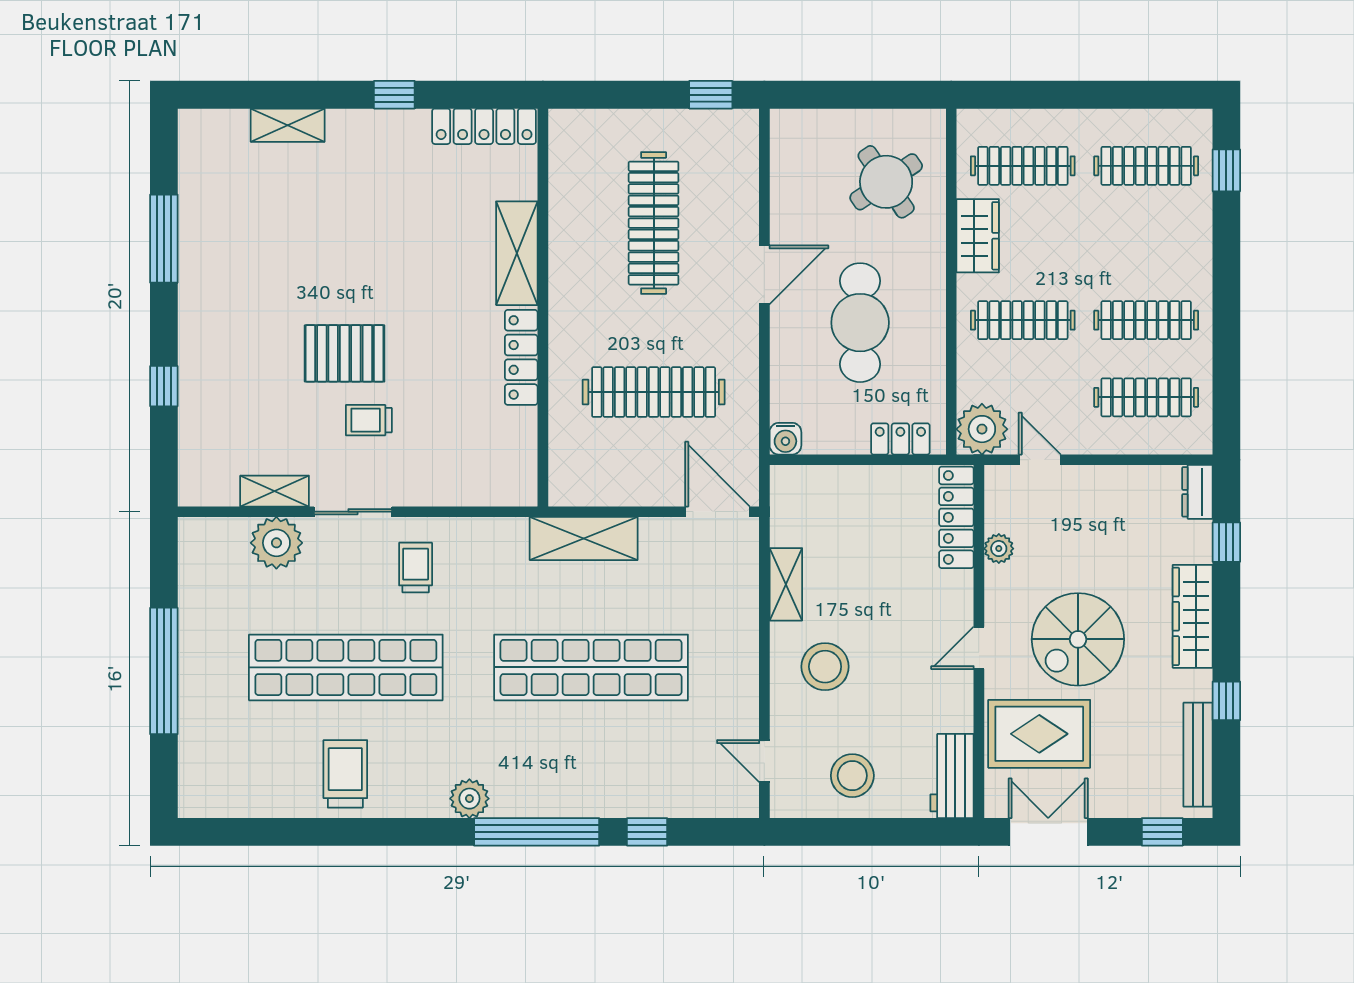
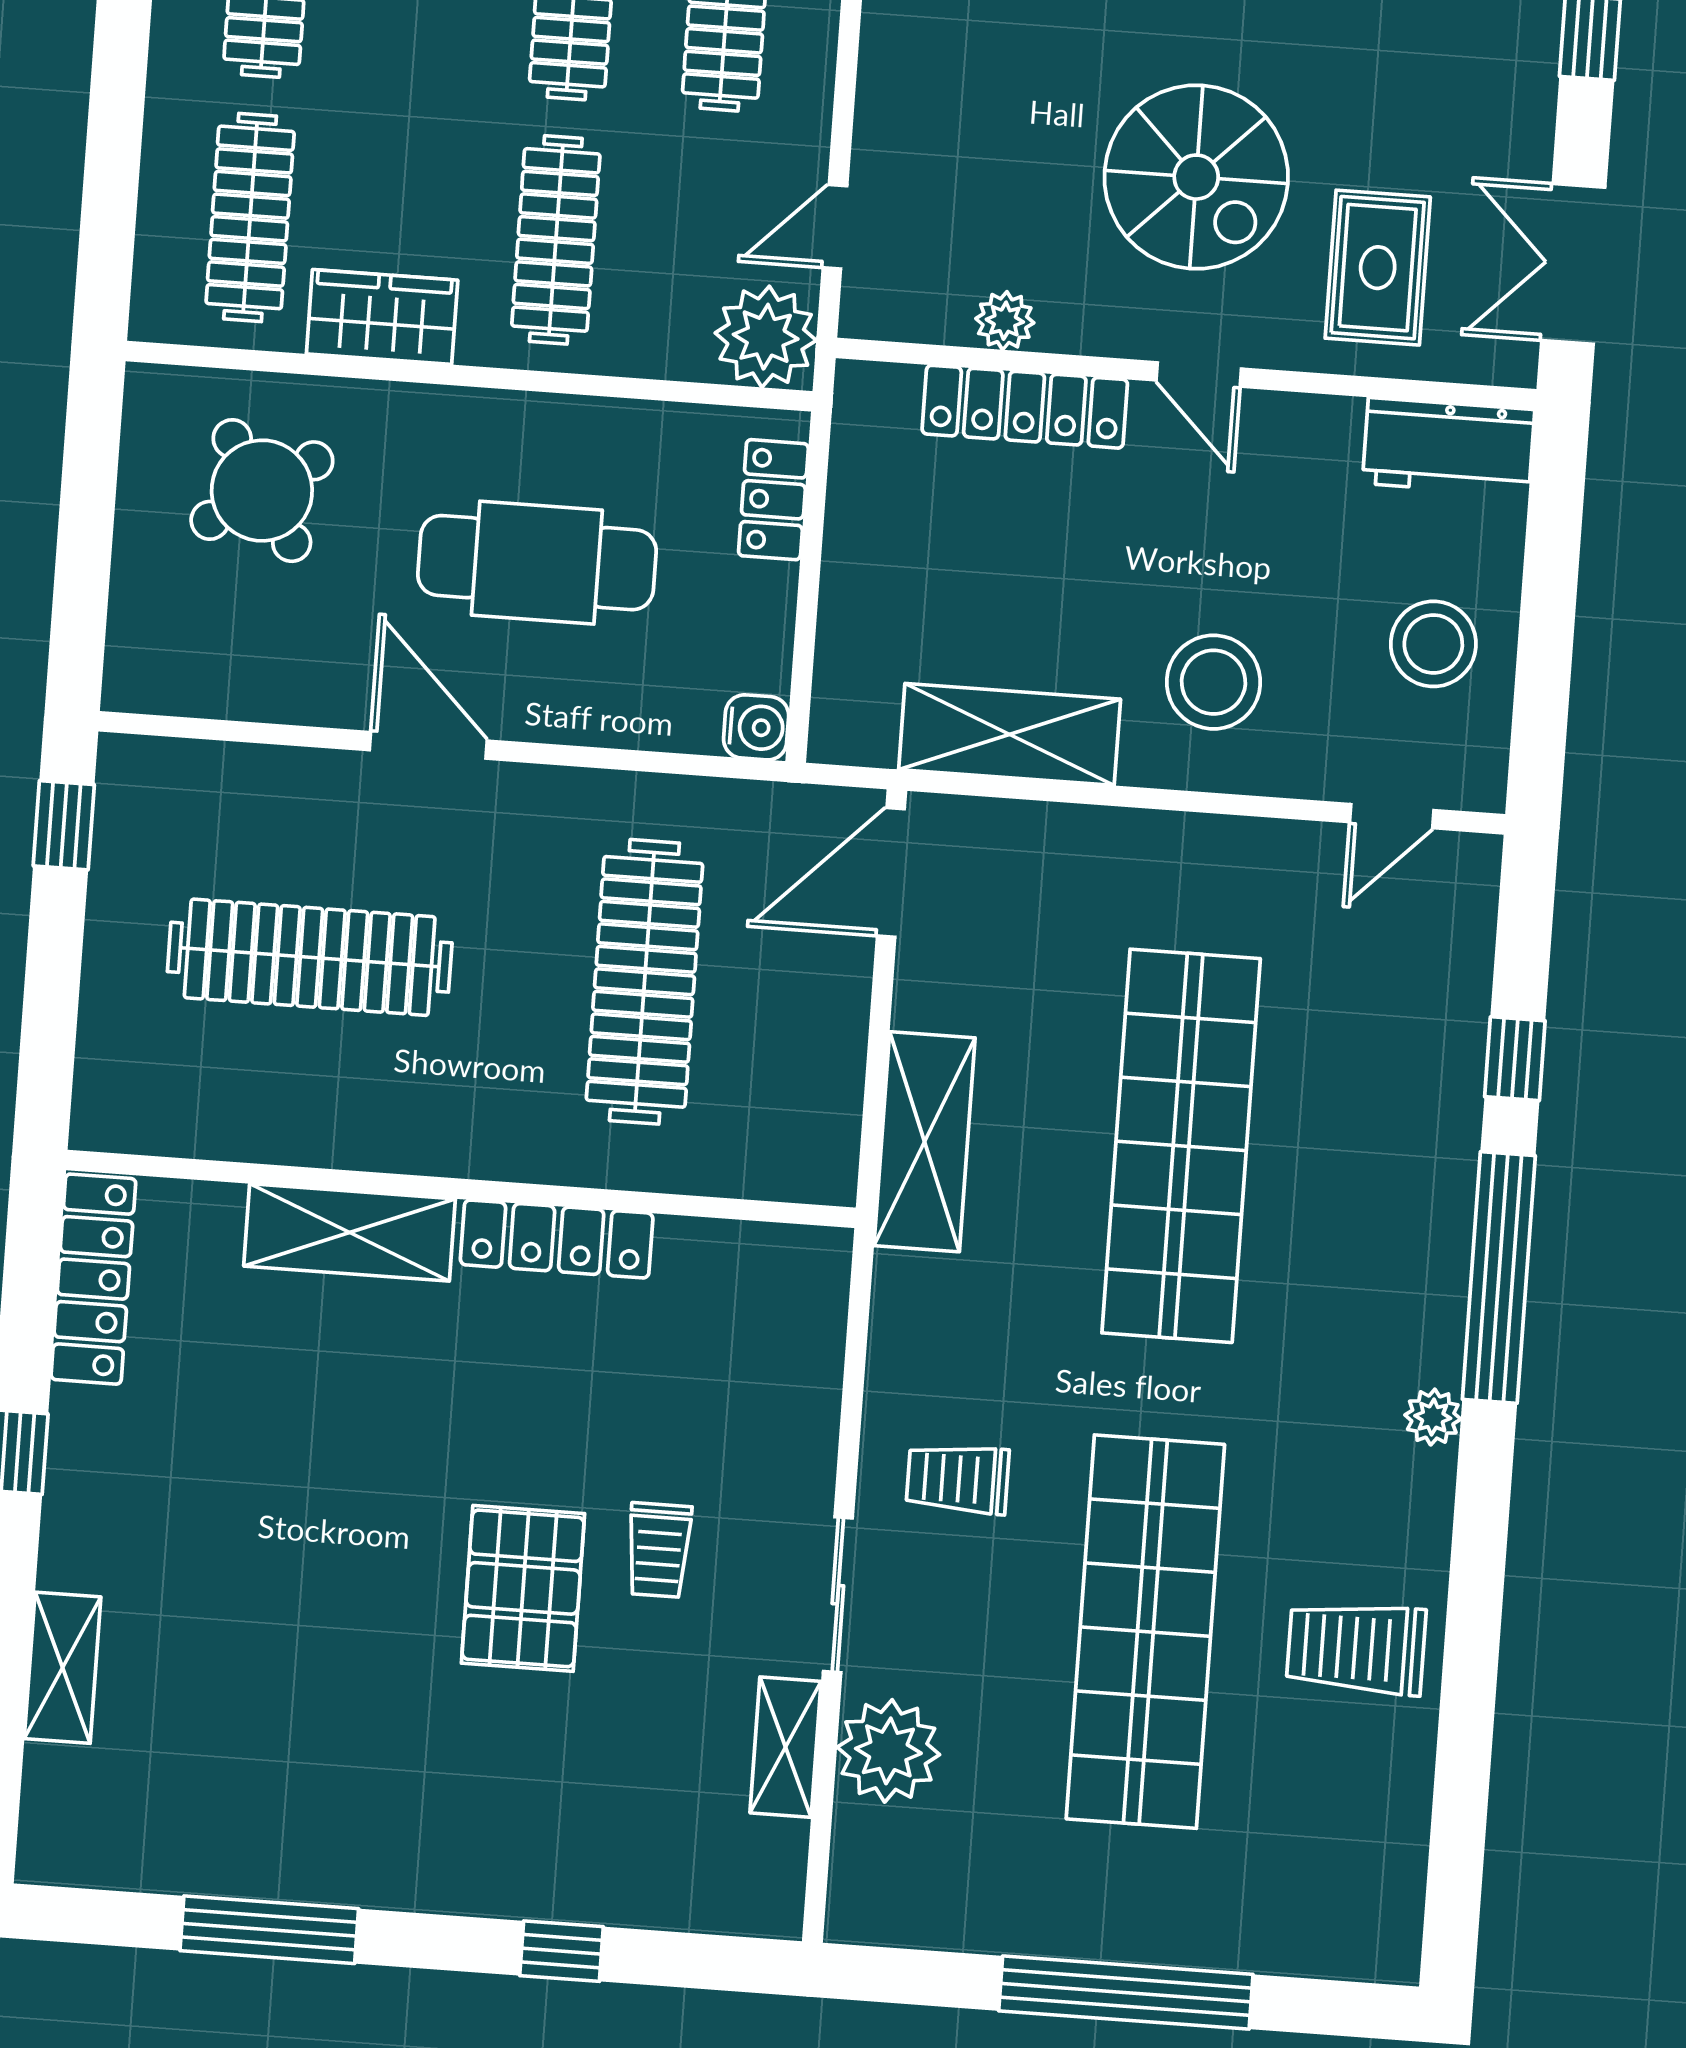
locker: (956, 517) -> (1025, 407), moved
shelving: (786, 584) -> (1010, 734), width x1.50, depth x1.33
rug: (1039, 734) -> (1378, 268), width x0.73, depth x0.70
plant: (469, 799) -> (1433, 1417), width x0.73, depth x0.73

